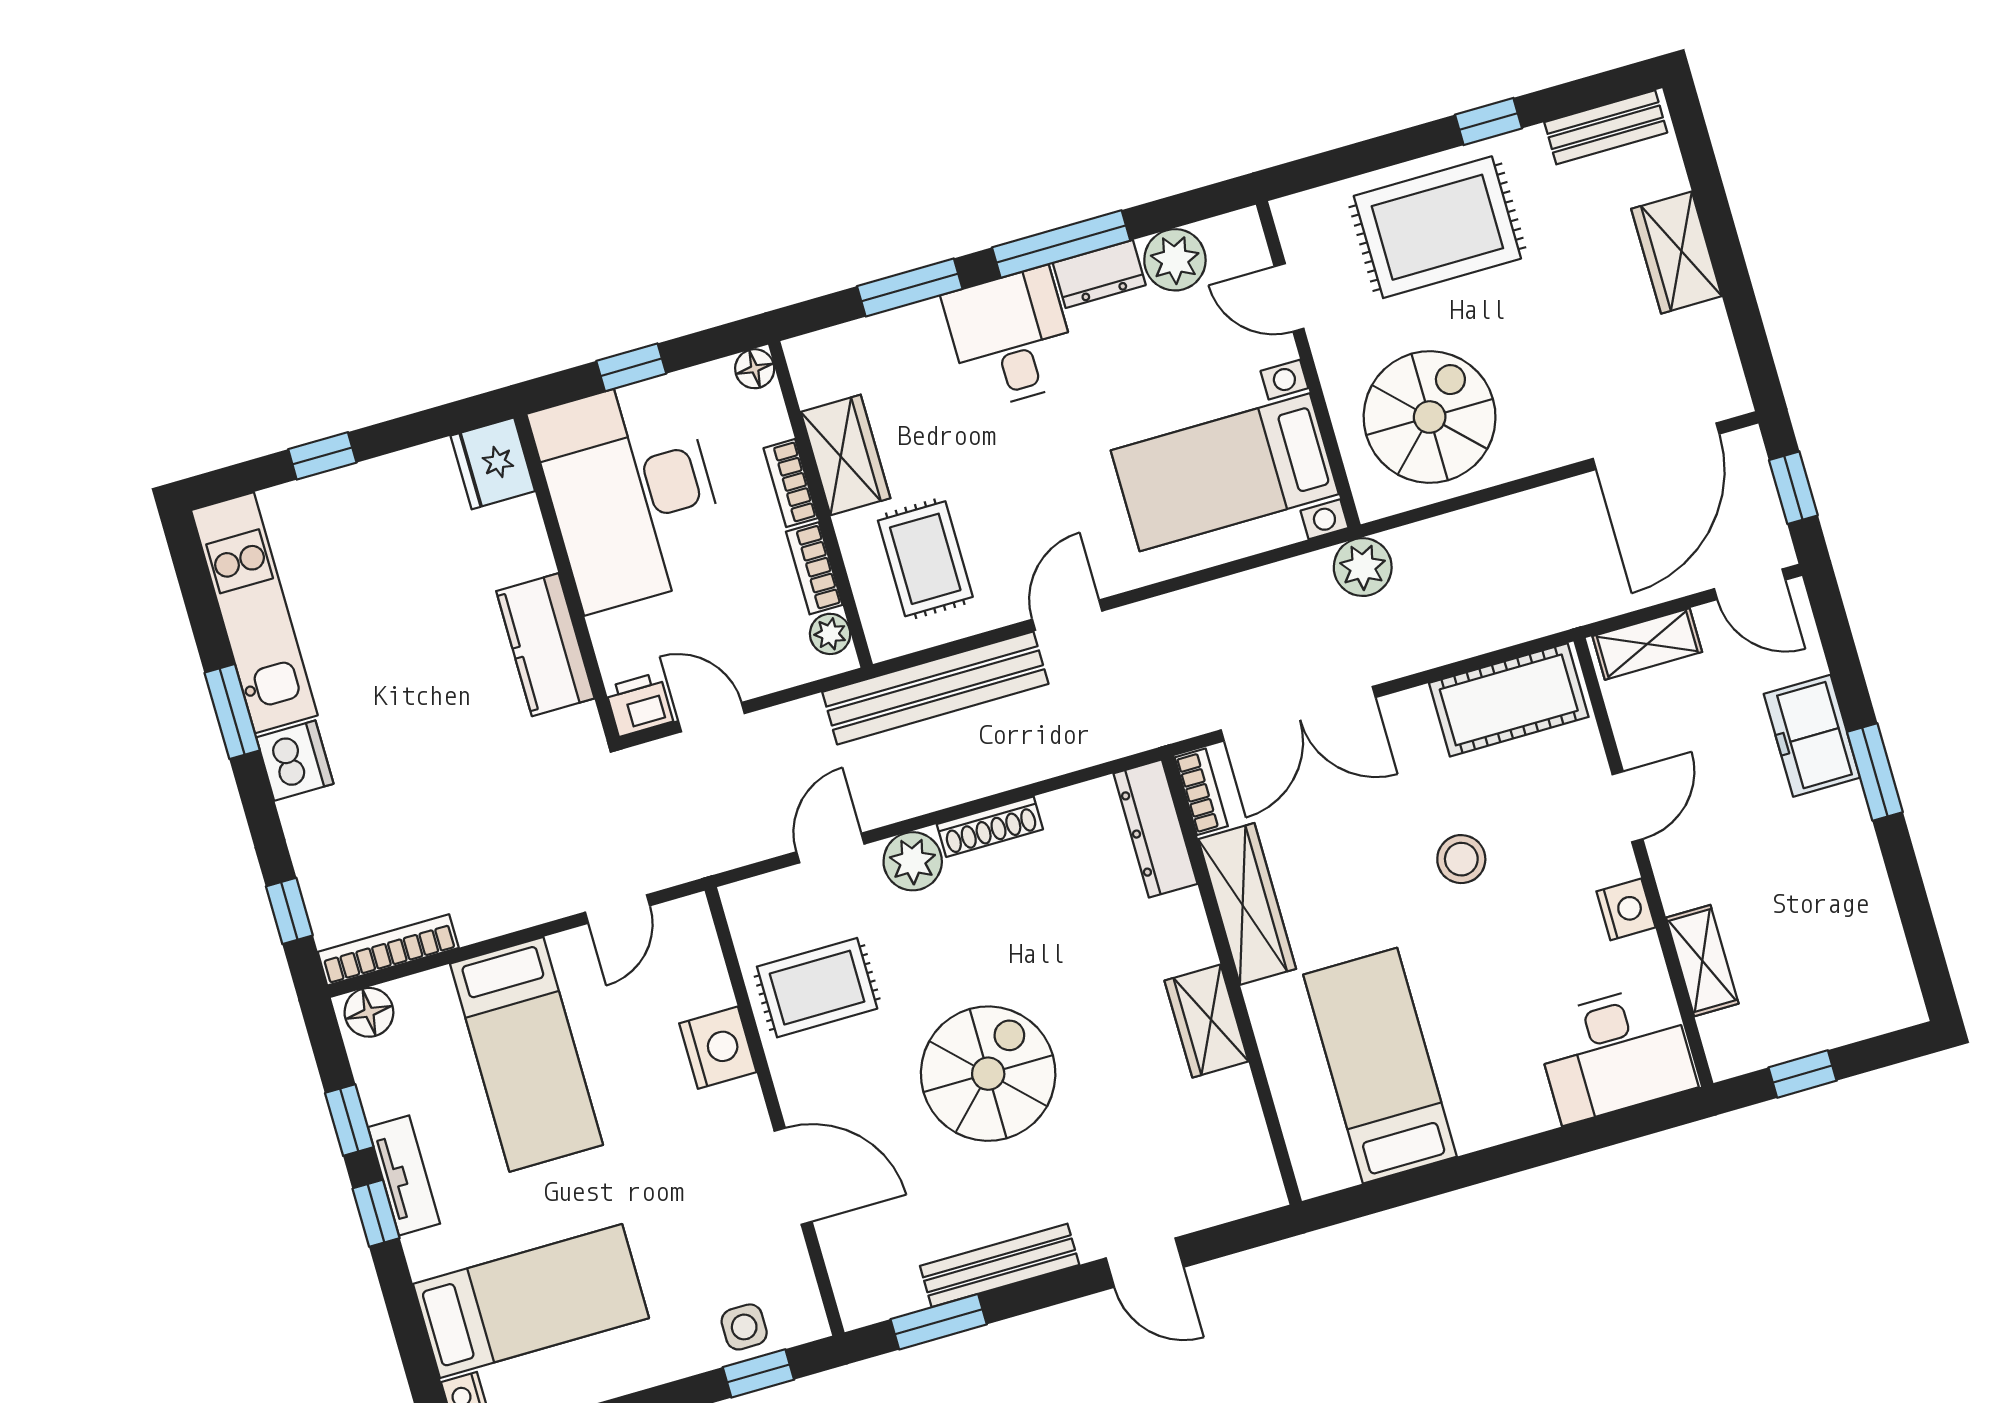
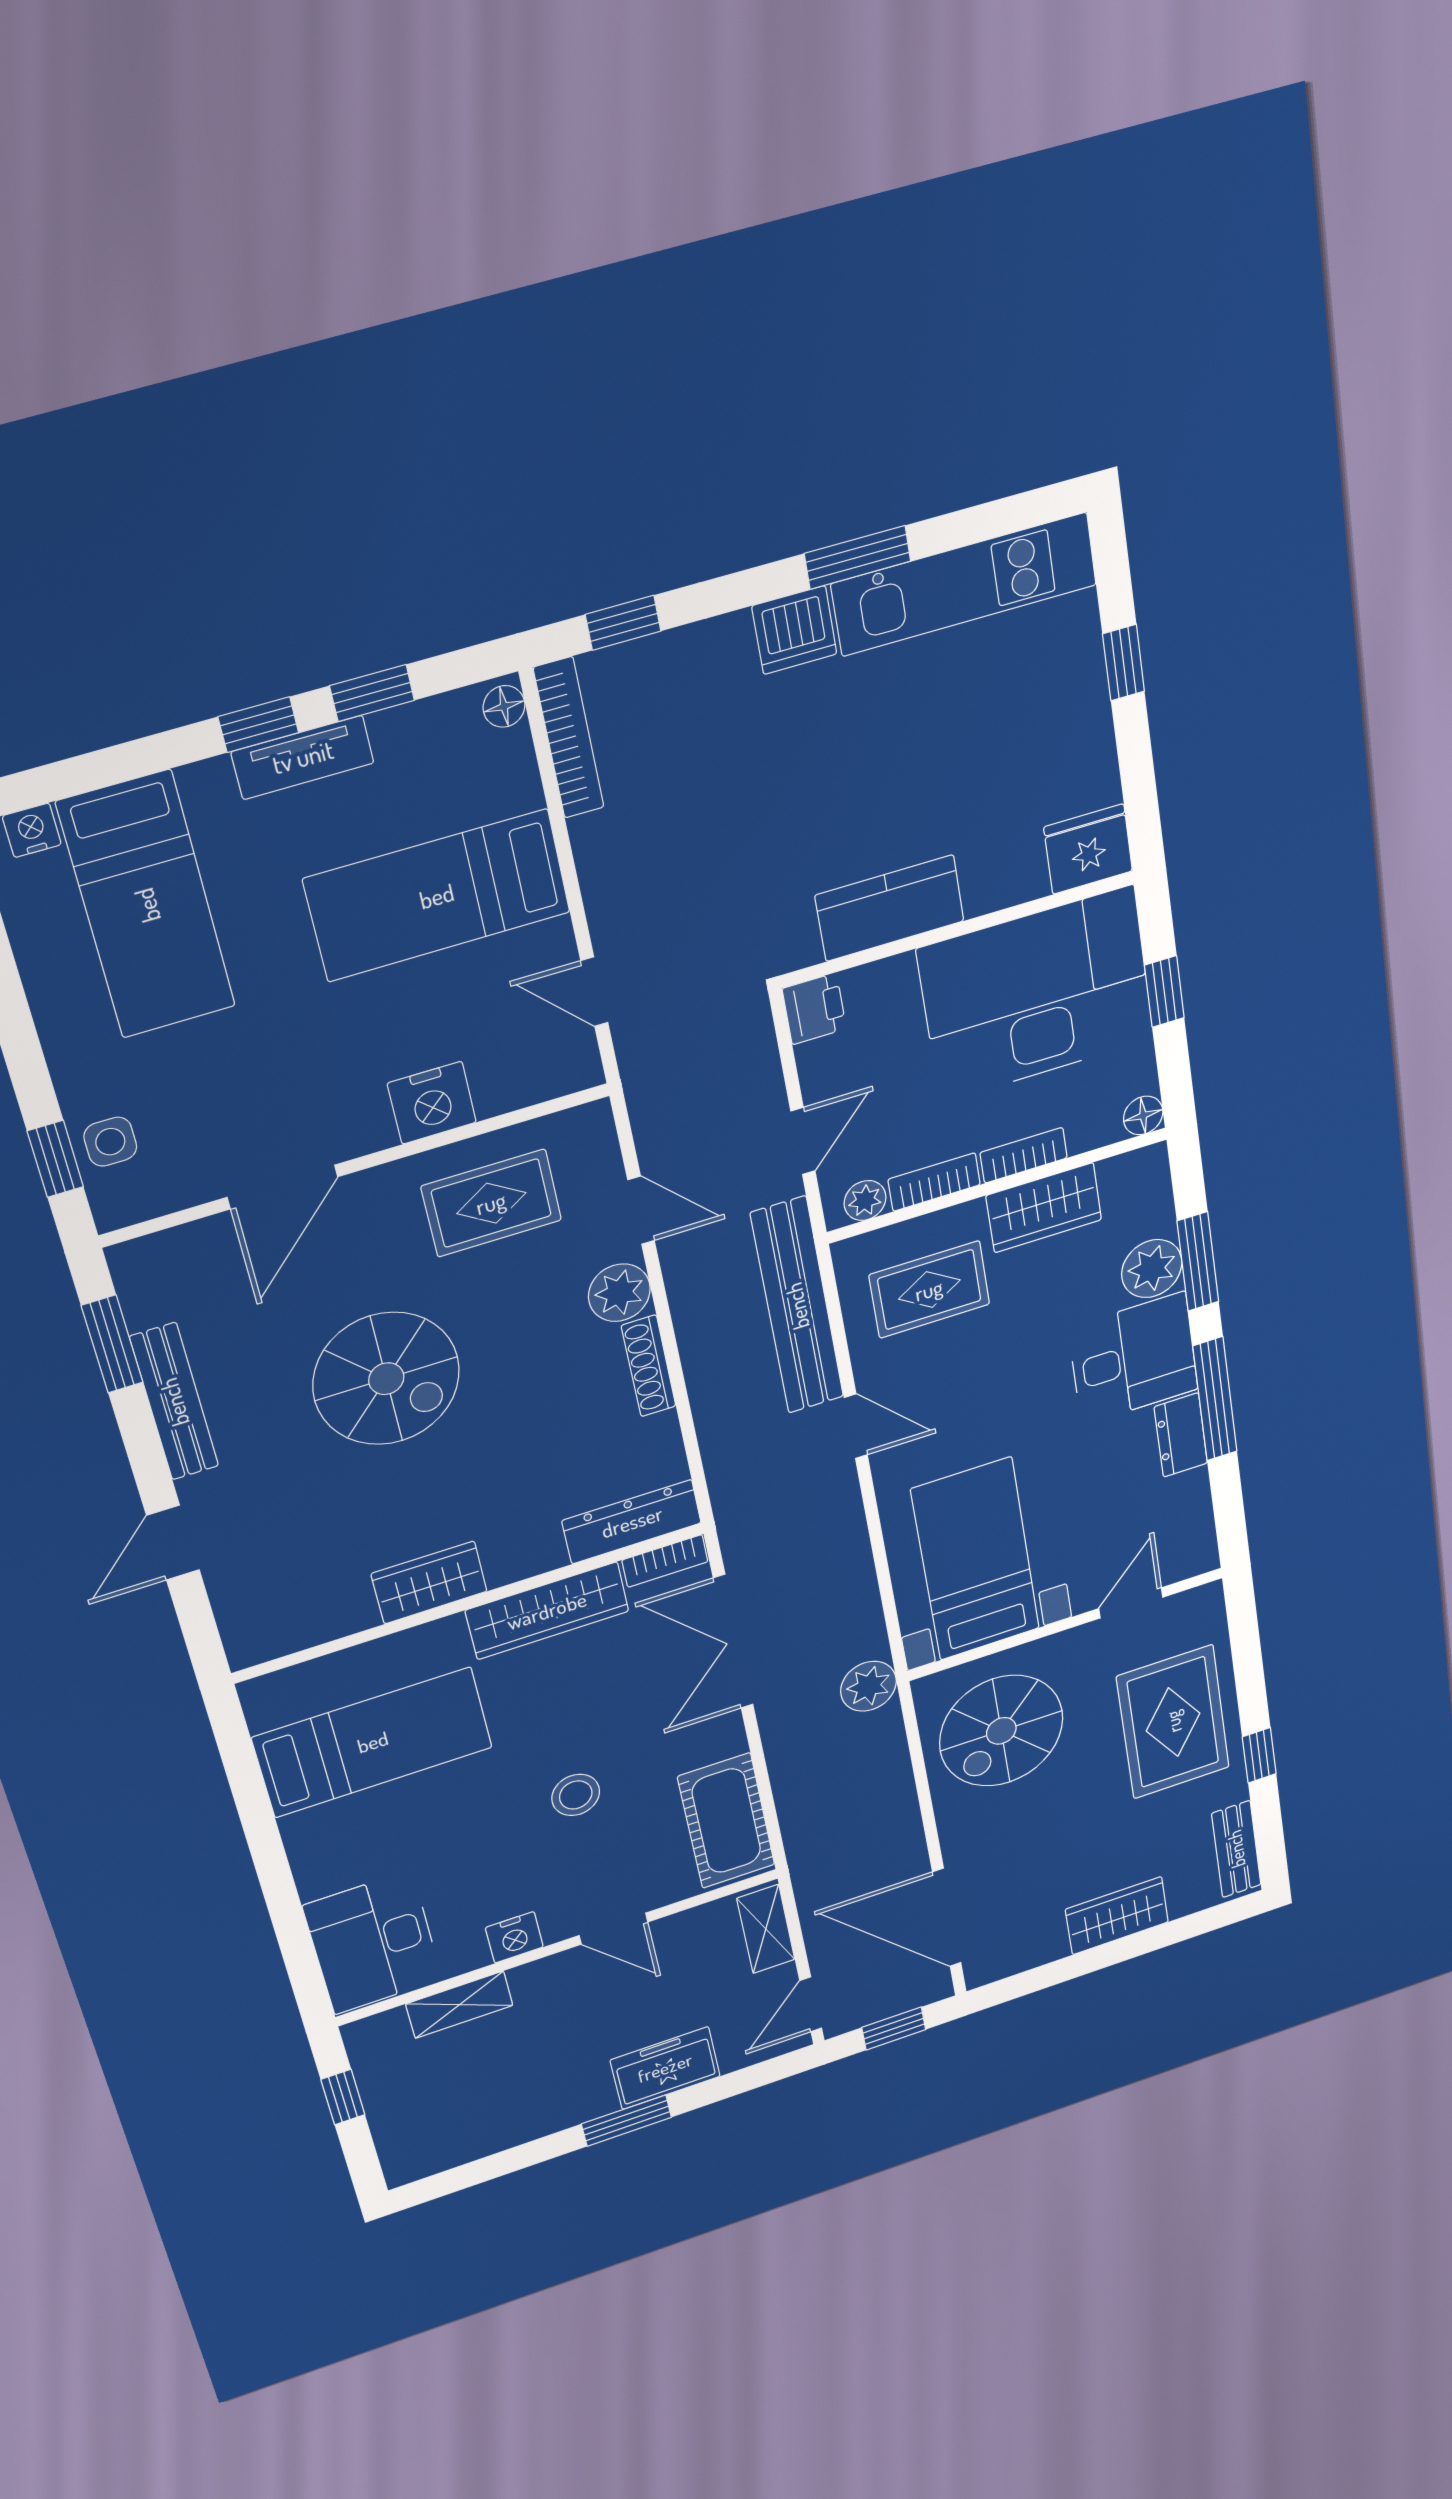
plant: (1175, 260) -> (1152, 1269), moved
spiral stairs: (1430, 417) -> (1001, 1731), turned 90
door: (711, 717) -> (803, 1141), moved
rug: (817, 988) -> (491, 1203), turned 90
floor lamp: (369, 1012) -> (504, 706), width x0.73, depth x0.73

